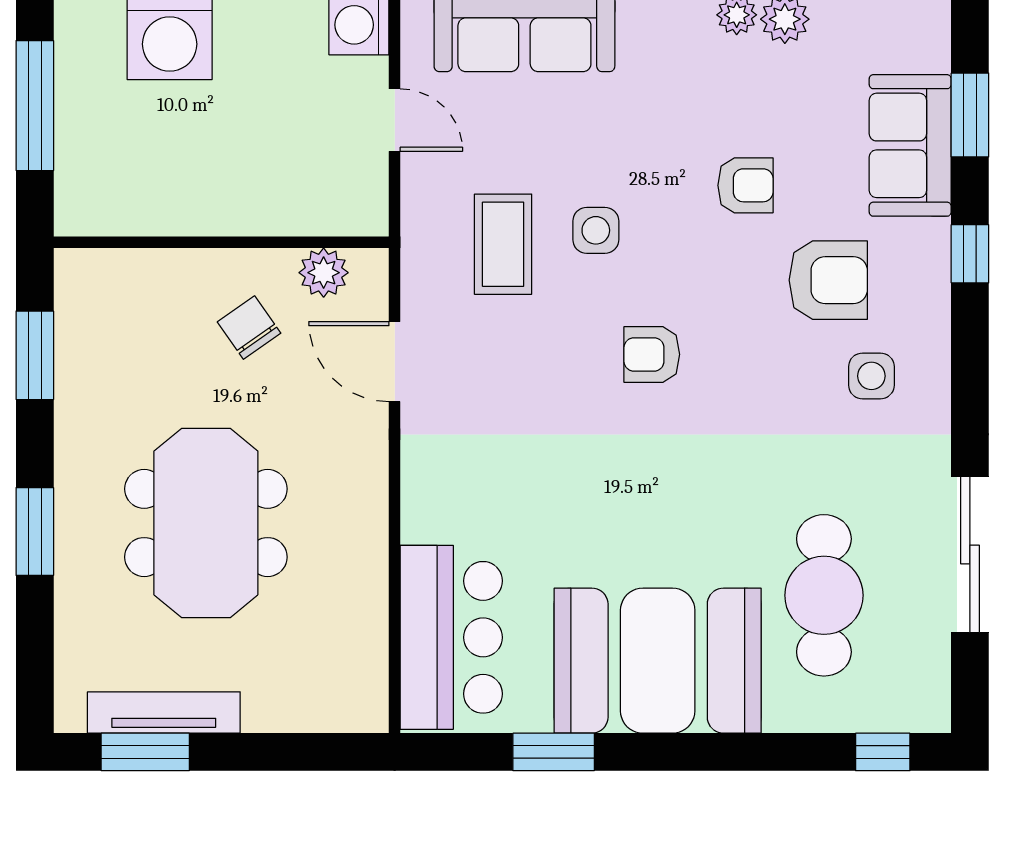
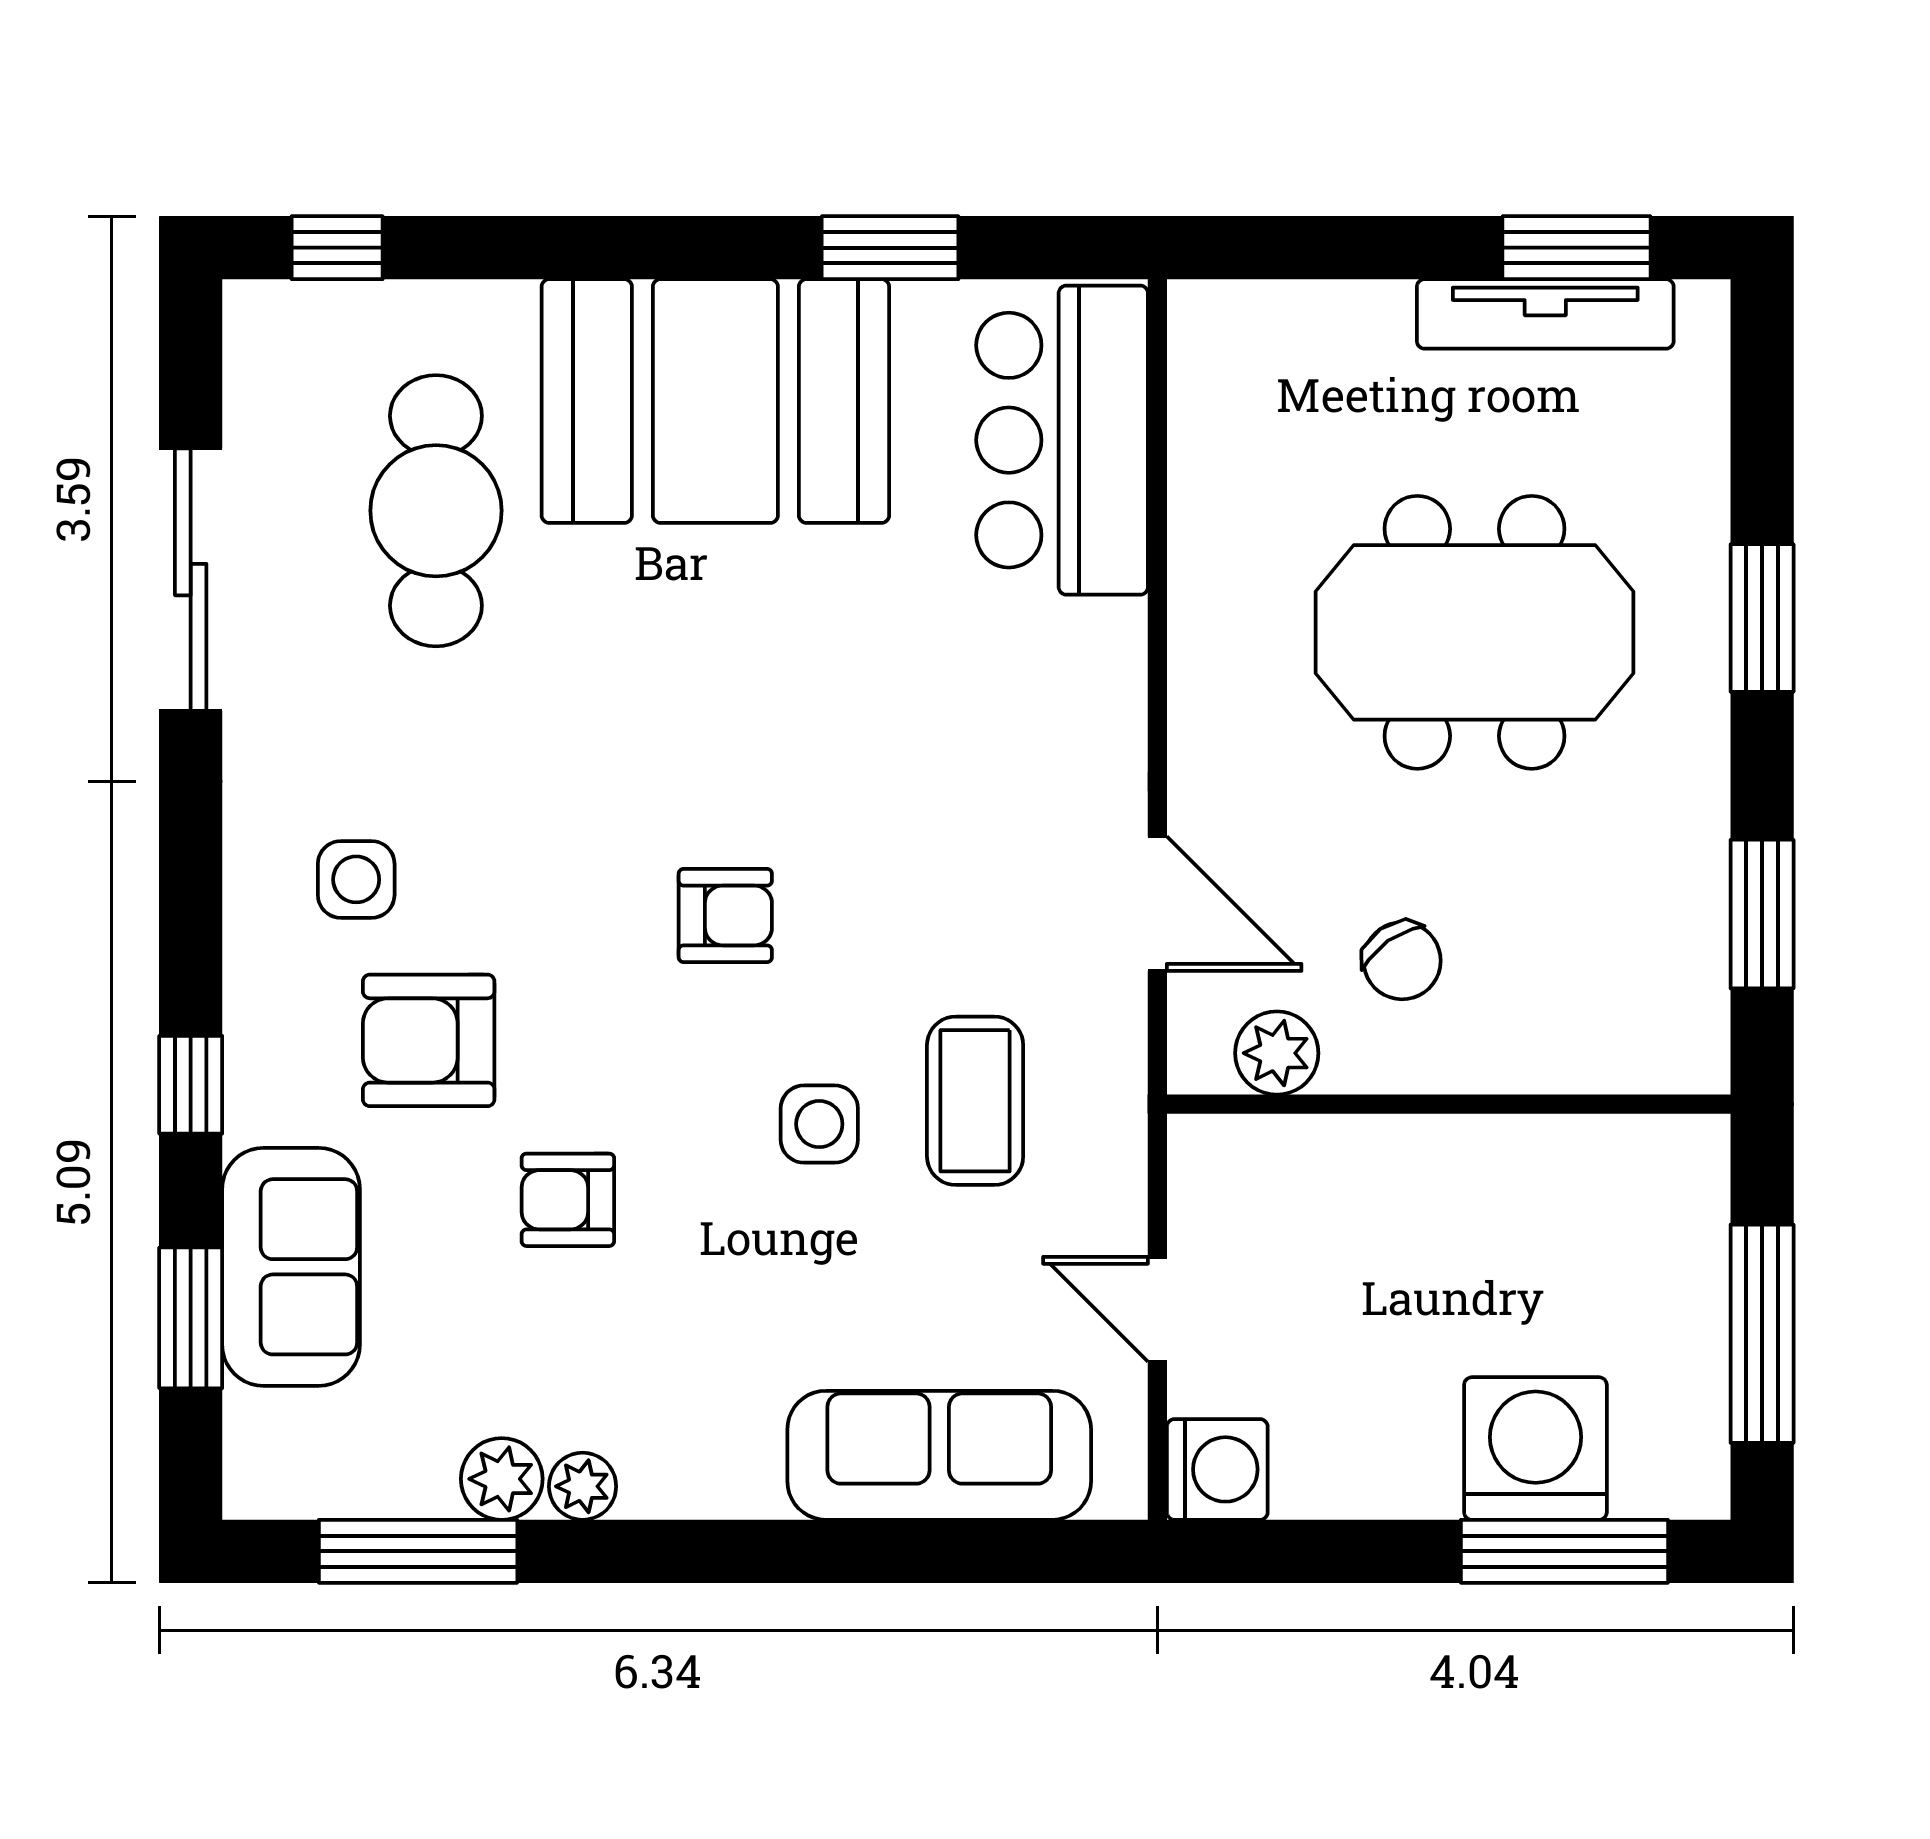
meeting table: (206, 523) -> (1474, 632), turned 90

